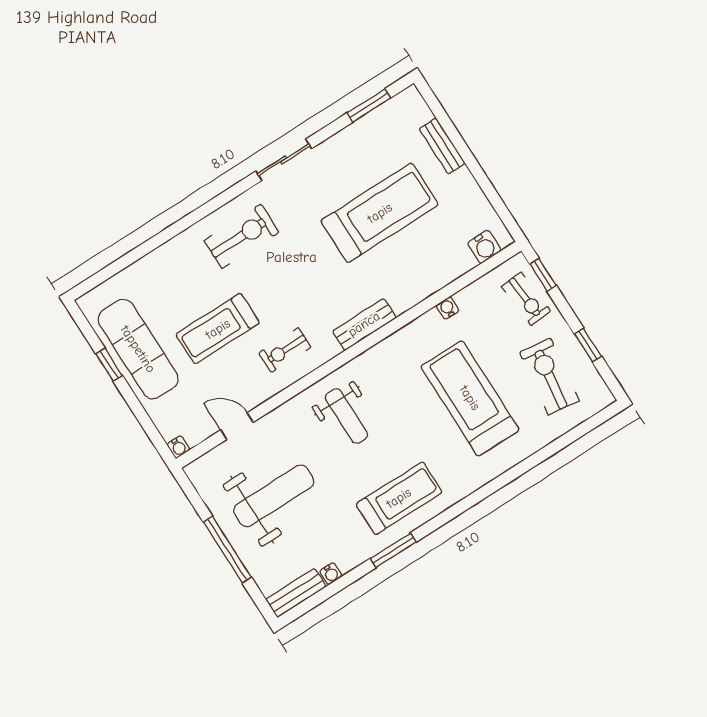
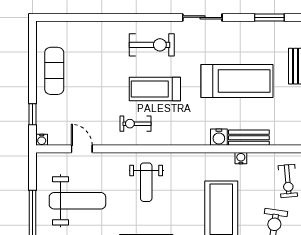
water cooler: (484, 247) -> (219, 137), moved
bench: (364, 324) -> (249, 138), moved
treadmill: (218, 329) -> (155, 89), moved
exercise mat: (138, 349) -> (54, 71), width x0.73, depth x0.69
window: (109, 365) -> (32, 114), moved

